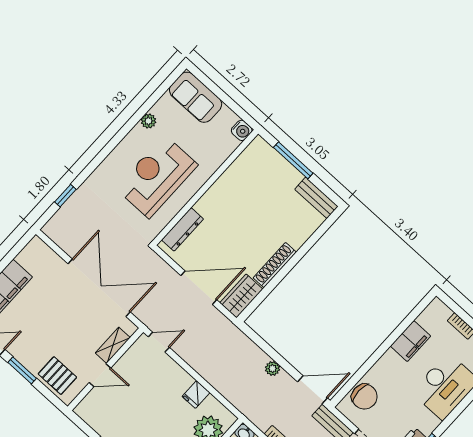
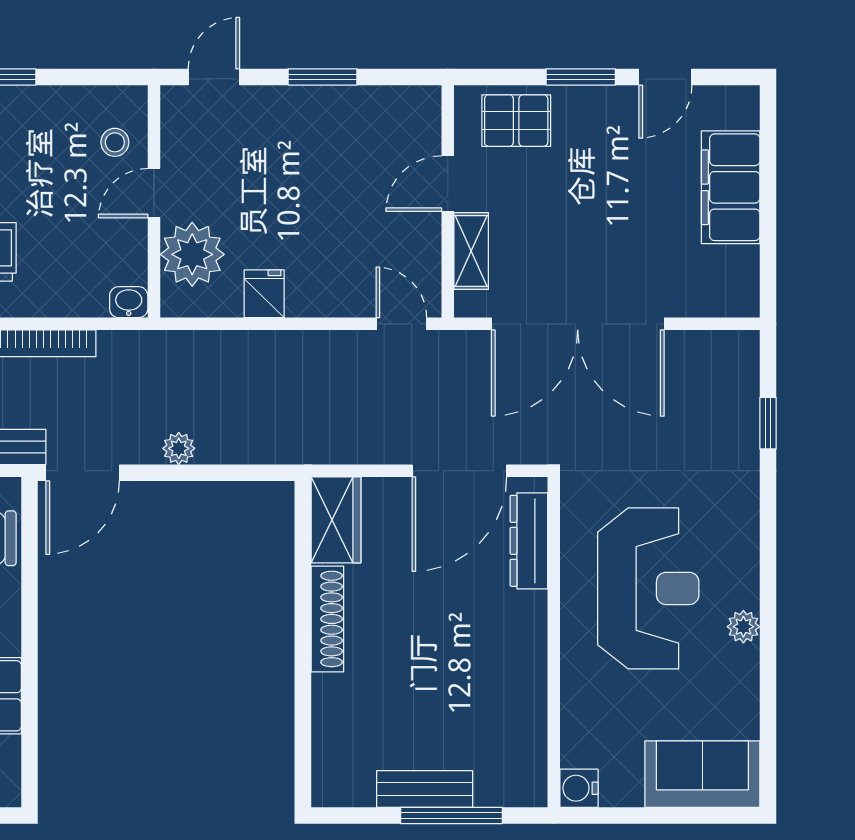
plant: (148, 121) -> (743, 627), moved
bench: (316, 198) -> (425, 789), moved
door: (199, 288) -> (459, 471), moved
door: (159, 342) -> (401, 324), swing flipped

